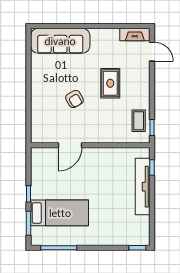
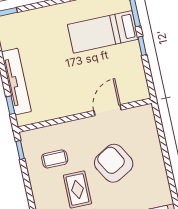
armchair: (75, 99) -> (114, 163), width x1.88, depth x1.88
coffee table: (139, 121) -> (55, 159), moved, turned 90

